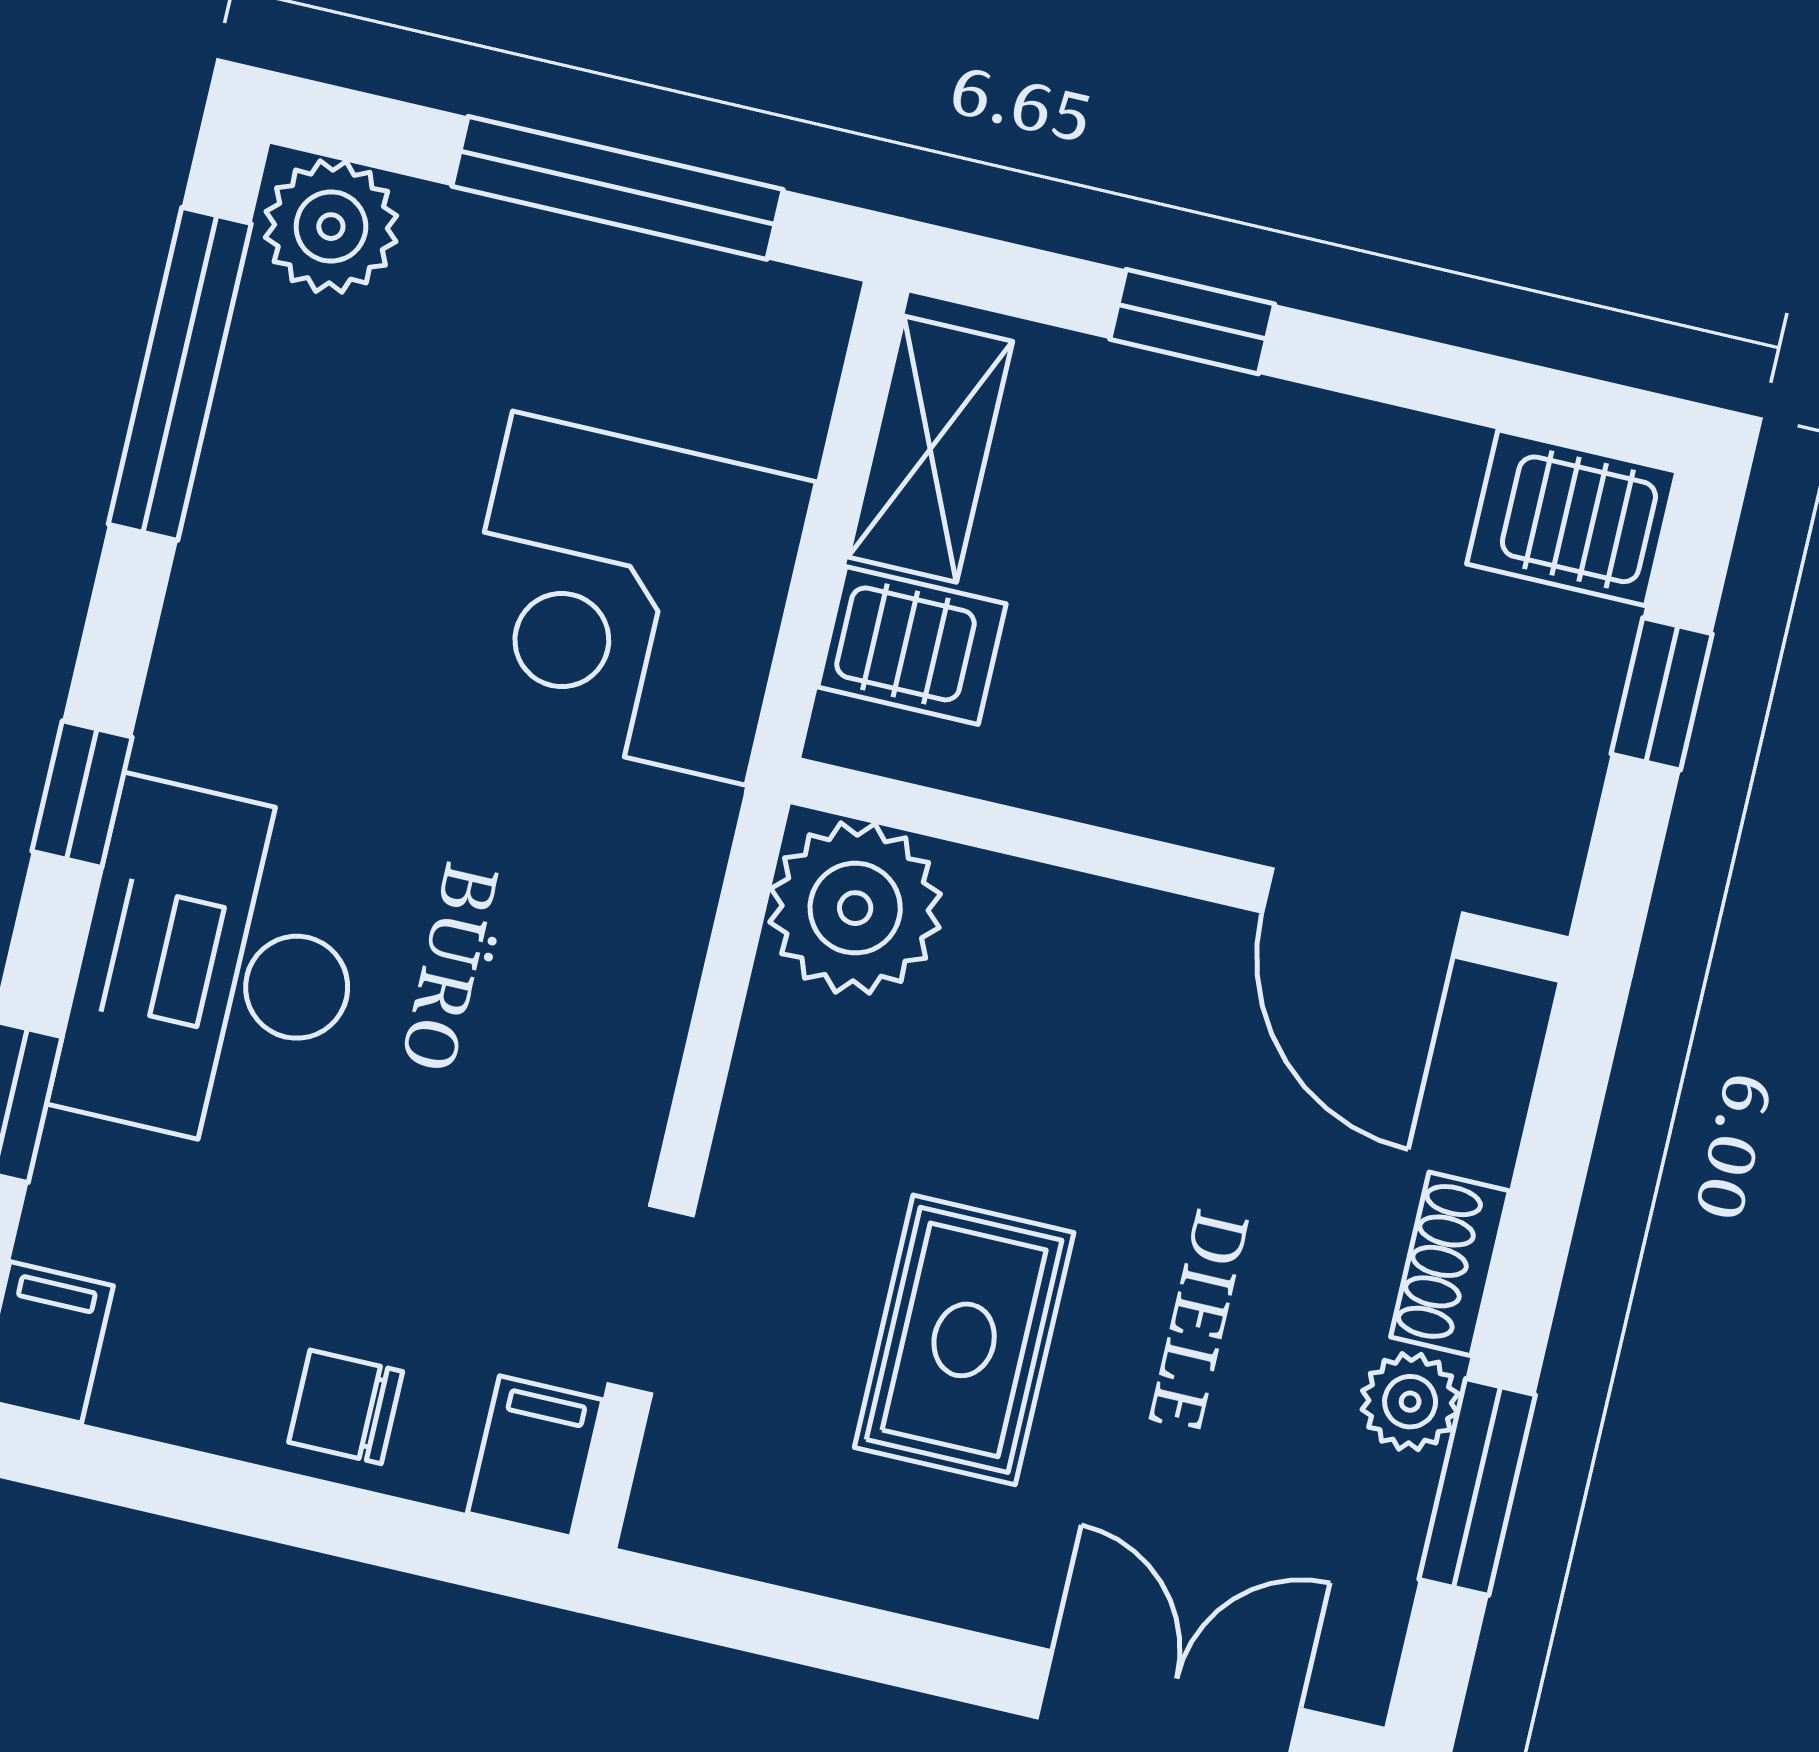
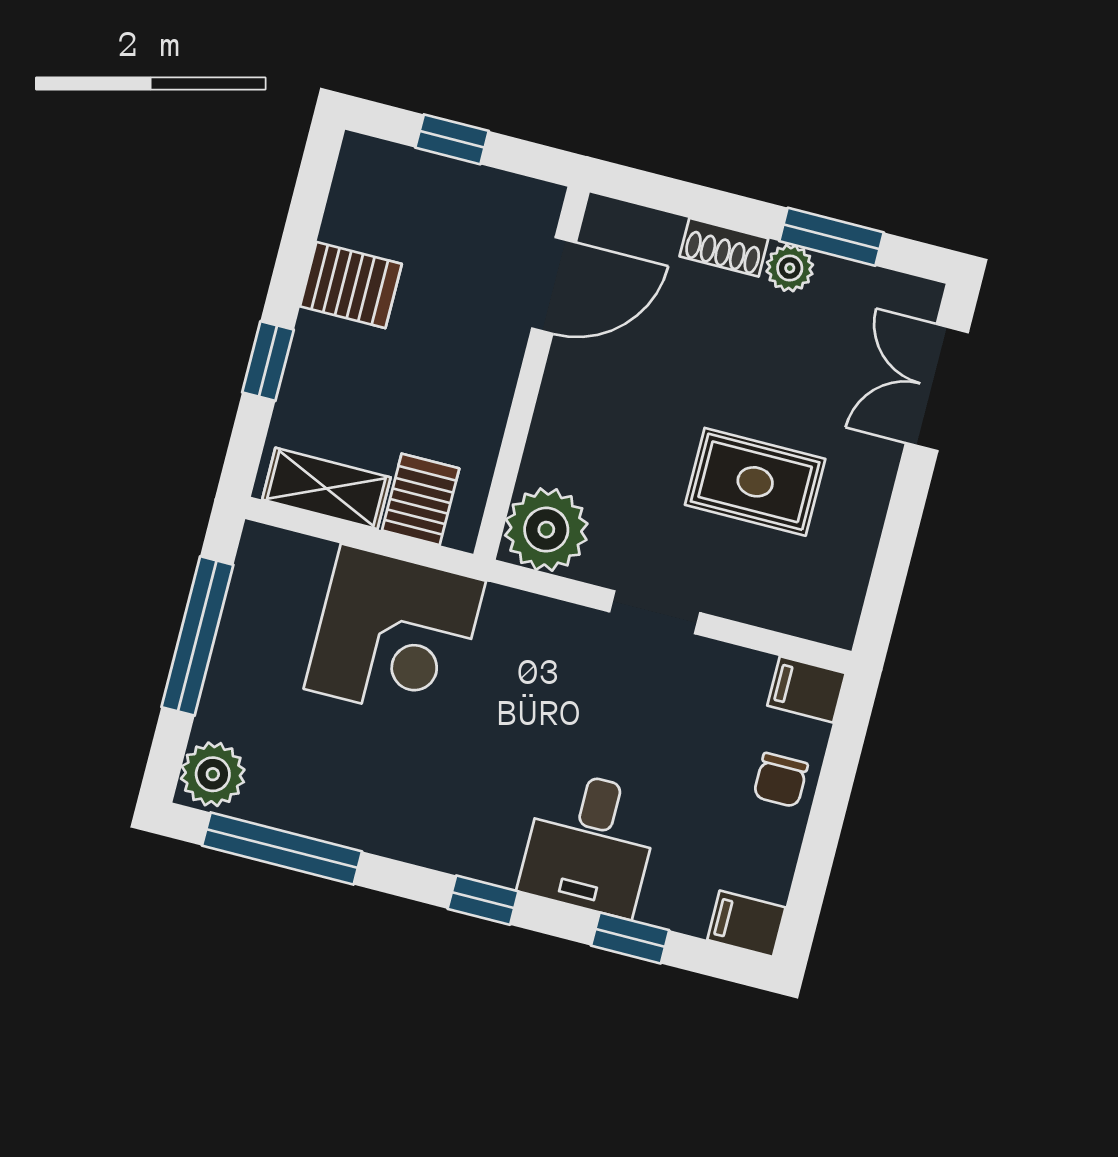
server rack: (1572, 518) -> (351, 285), moved, turned -90
desk: (216, 968) -> (590, 843), width x0.73
doorway: (651, 1300) -> (655, 612), moved

